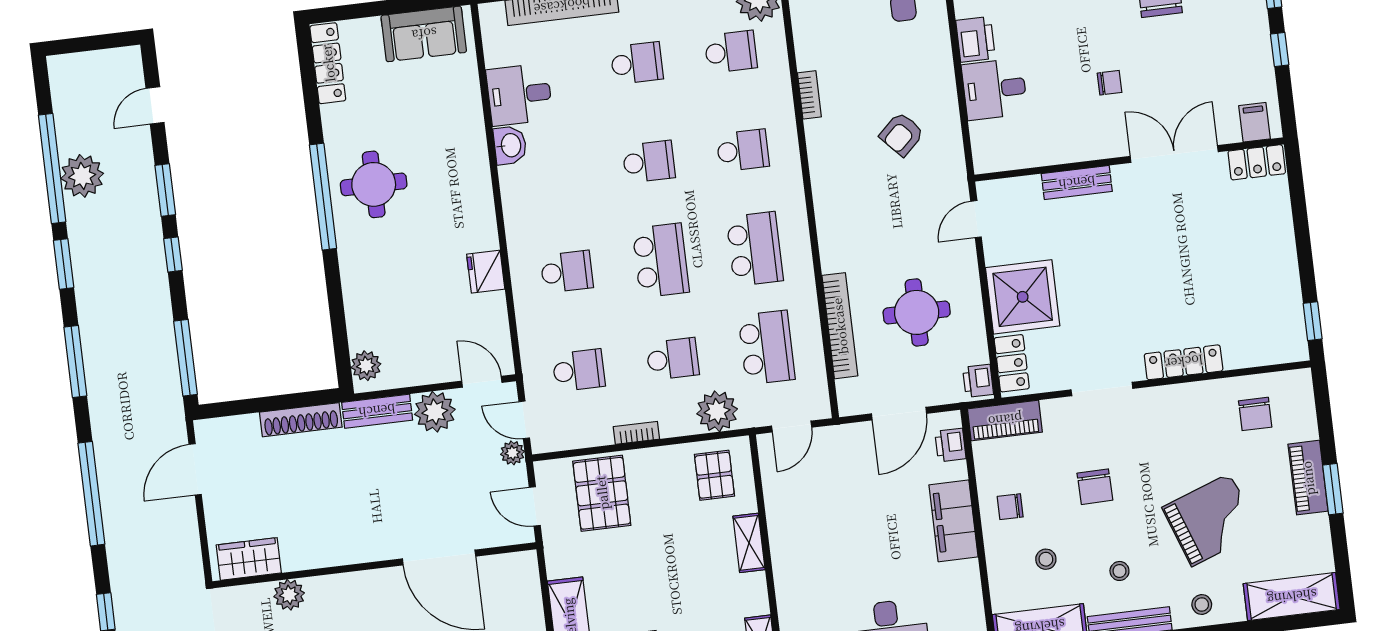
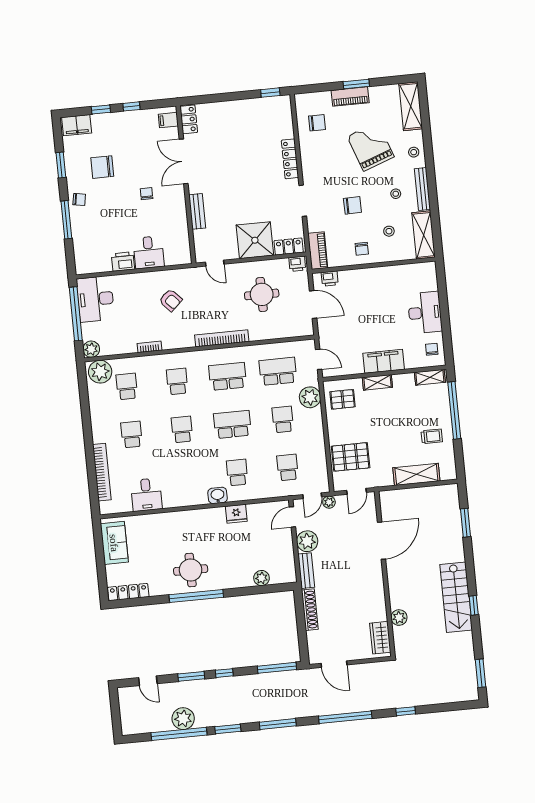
washbasin: (510, 145) -> (218, 495), moved
bookcase: (840, 326) -> (222, 338), moved
plant: (366, 366) -> (261, 578), moved
bookcase: (636, 433) -> (320, 439), removed
filing cabinet: (954, 521) -> (384, 361), moved, turned 180

